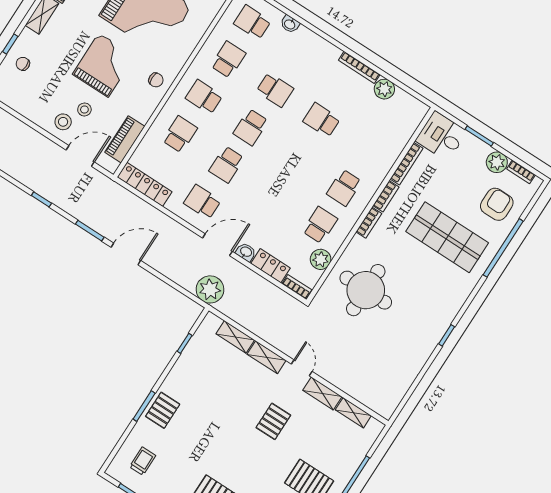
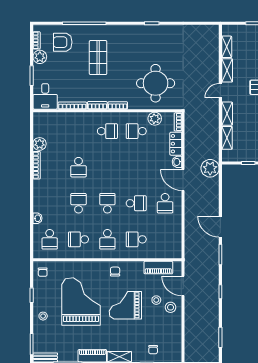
school desk: (251, 127) -> (107, 203), turned -90
locker: (145, 184) -> (176, 241), removed
shop shelf: (447, 237) -> (98, 58), width x0.70, depth x0.74

